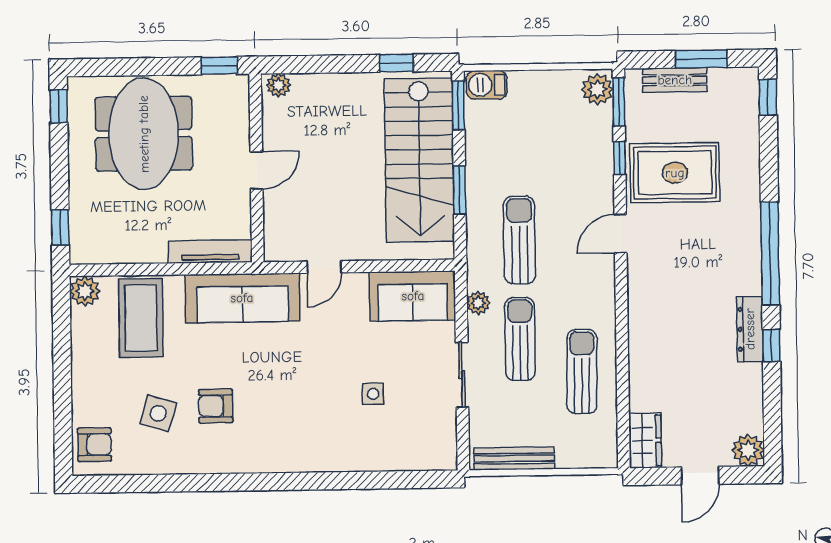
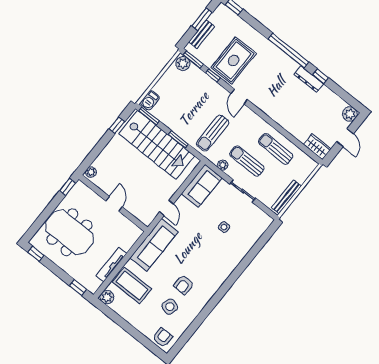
sun lounger: (519, 240) -> (213, 133), turned -90
tv unit: (210, 252) -> (111, 265), moved

